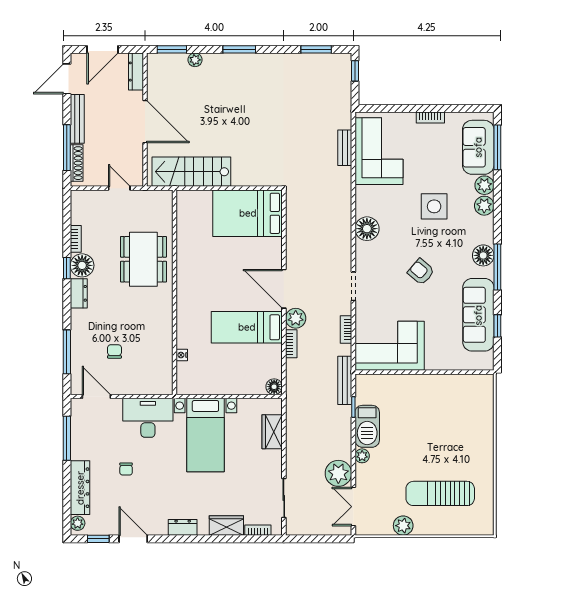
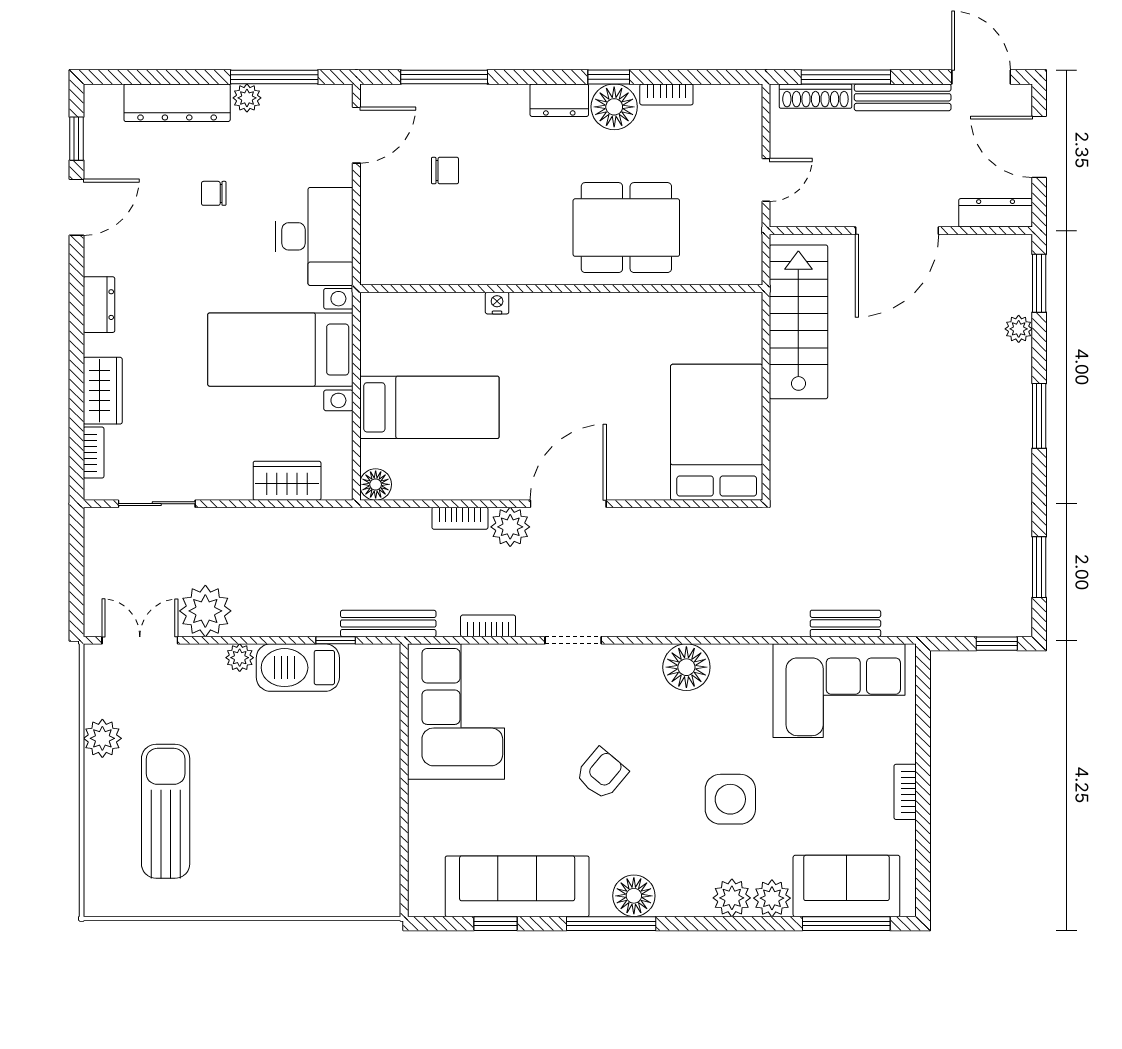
bed: (247, 327) -> (429, 407), moved, turned 90
nightstand: (182, 355) -> (497, 303), moved
plant: (78, 523) -> (247, 98), moved

